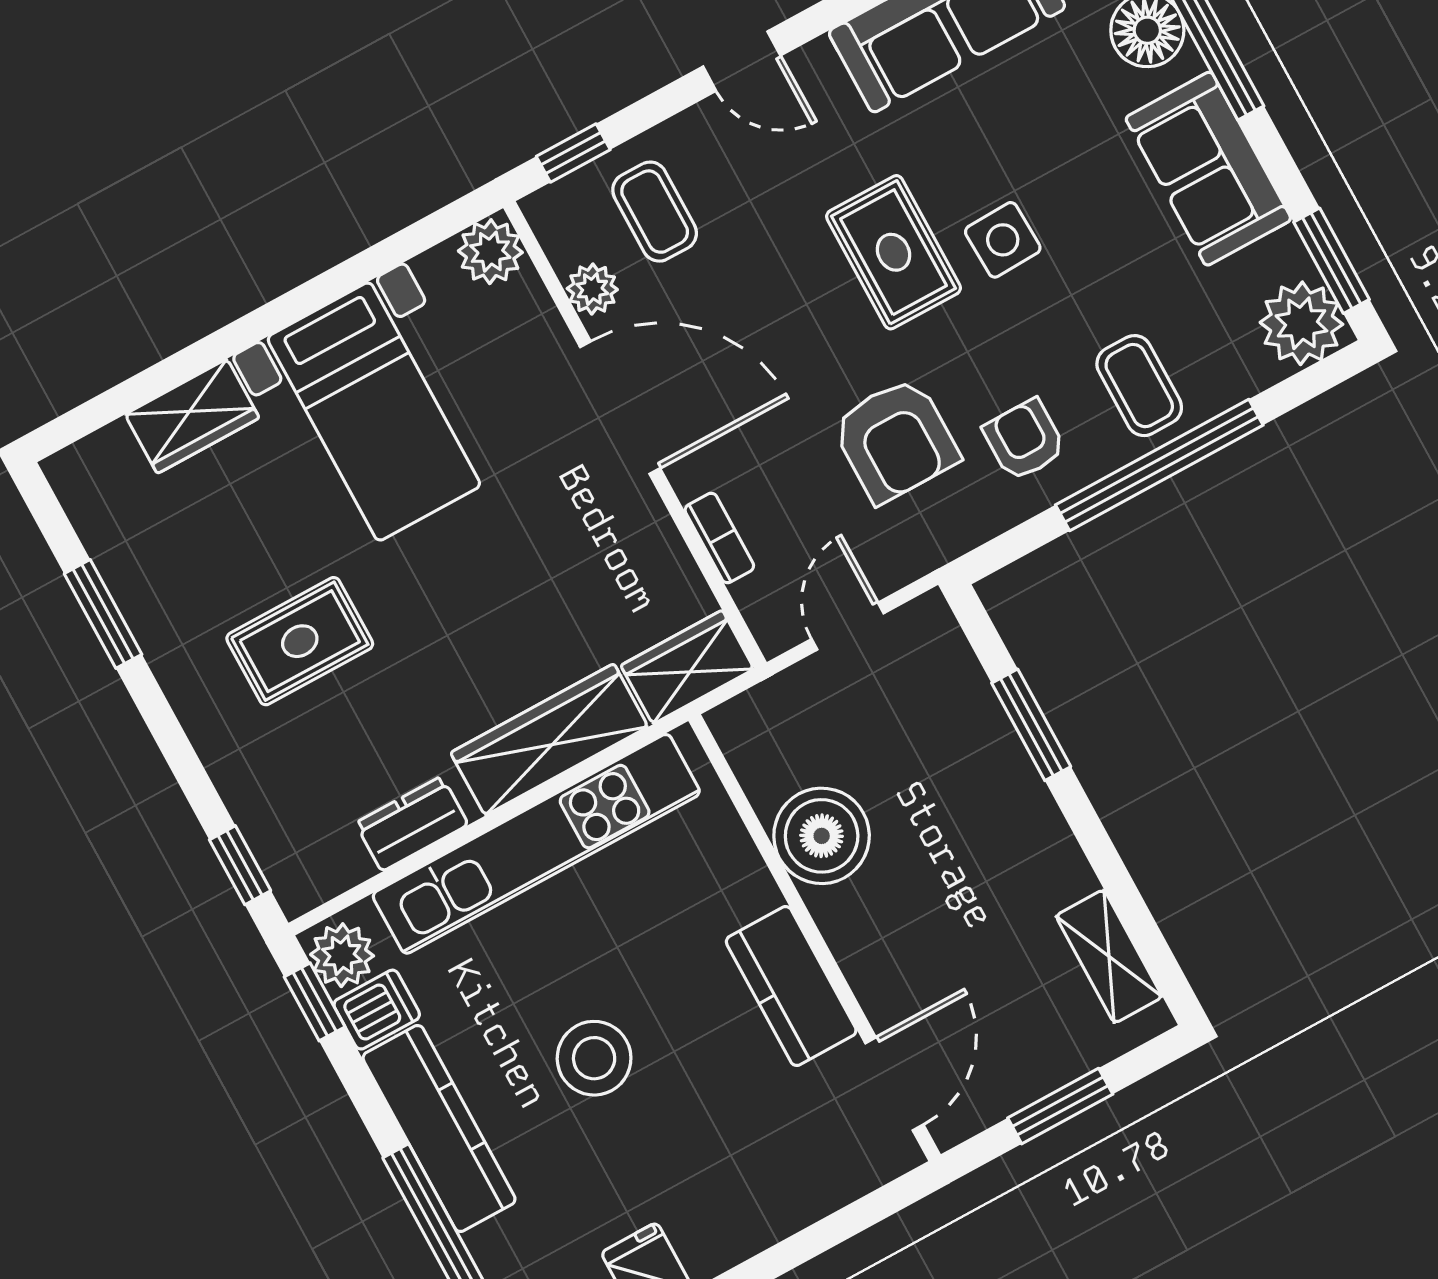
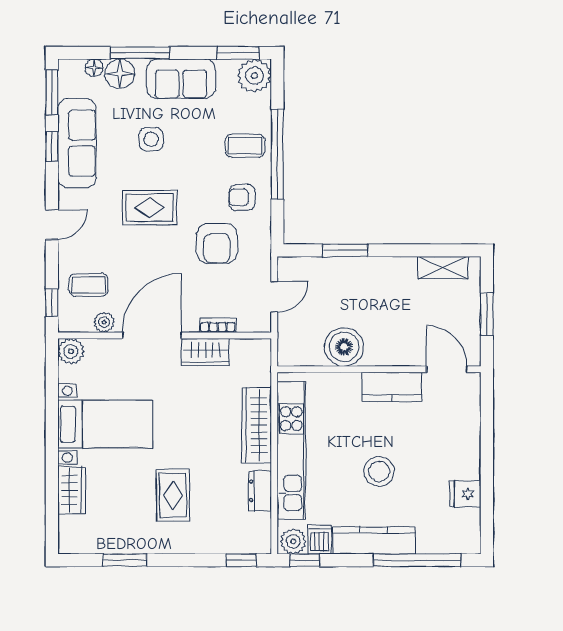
side table: (1003, 240) -> (151, 139), moved
armchair: (895, 440) -> (217, 243), turned 90
door: (848, 626) -> (274, 297), swing flipped
wardrobe: (687, 667) -> (205, 352), moved, turned -90

